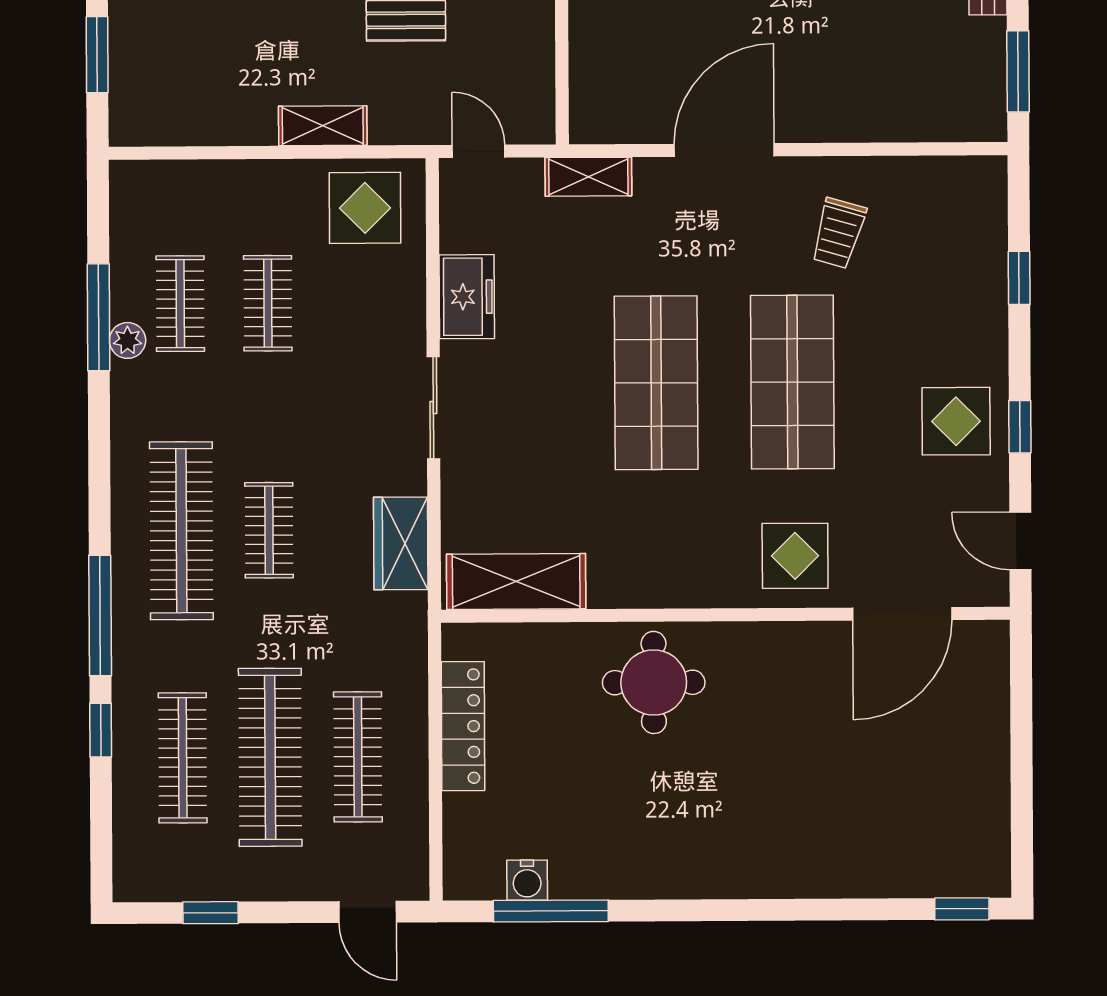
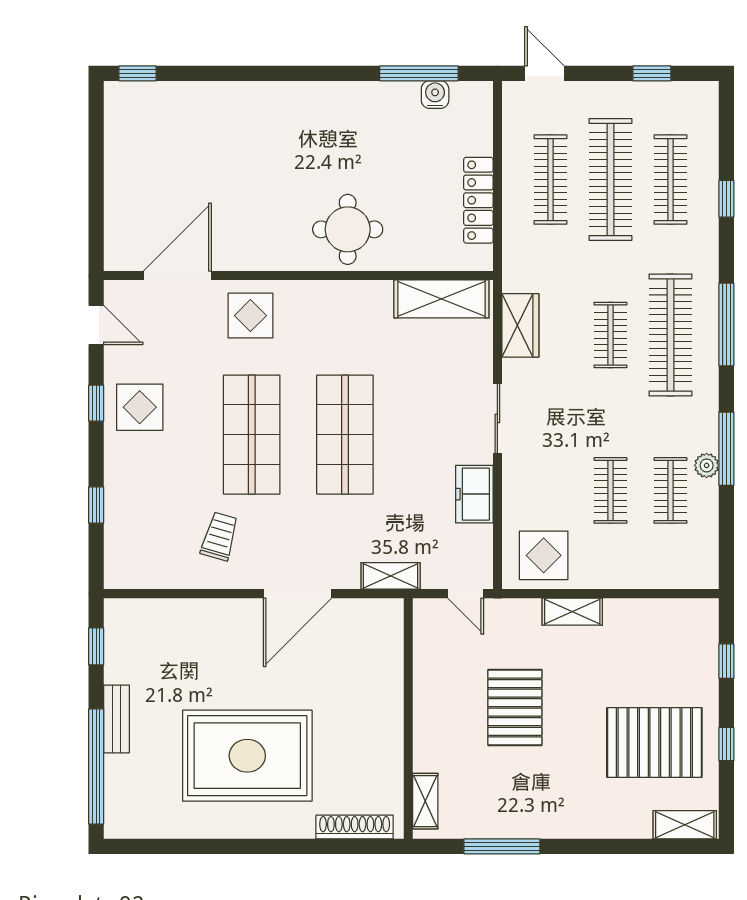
window: (97, 55) -> (726, 661), width x0.67
window: (1018, 71) -> (96, 646), width x0.67
window: (99, 317) -> (726, 449), moved
window: (100, 615) -> (726, 324), moved

